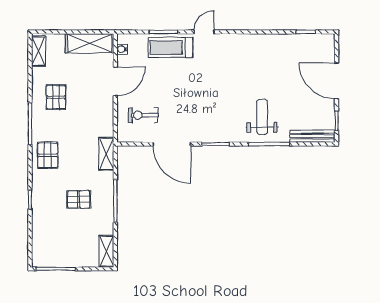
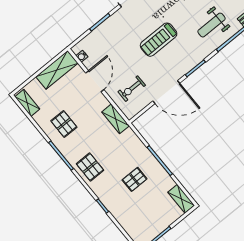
treadmill: (170, 47) -> (159, 40), moved
weight bench: (262, 117) -> (212, 25), turned -90
shelving: (106, 154) -> (116, 119), moved

